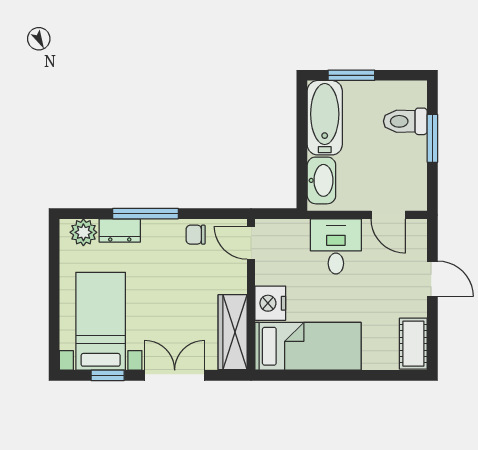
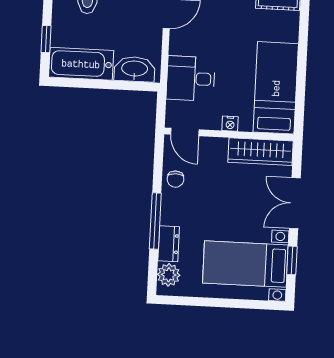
window: (351, 75) -> (46, 39), width x0.67
door: (251, 243) -> (185, 132), hinge flipped
desk: (336, 246) -> (191, 79), moved
nightstand: (270, 303) -> (230, 124), width x0.53, depth x0.56

